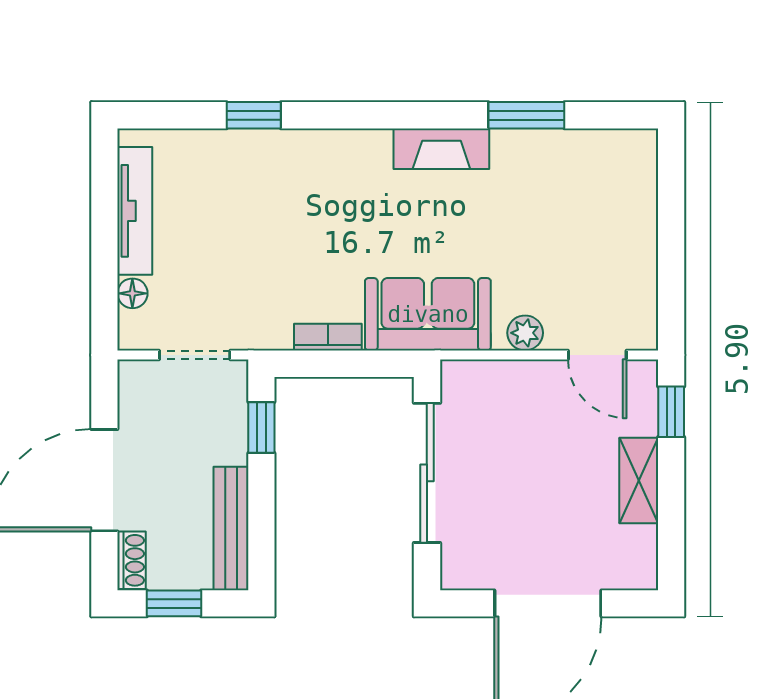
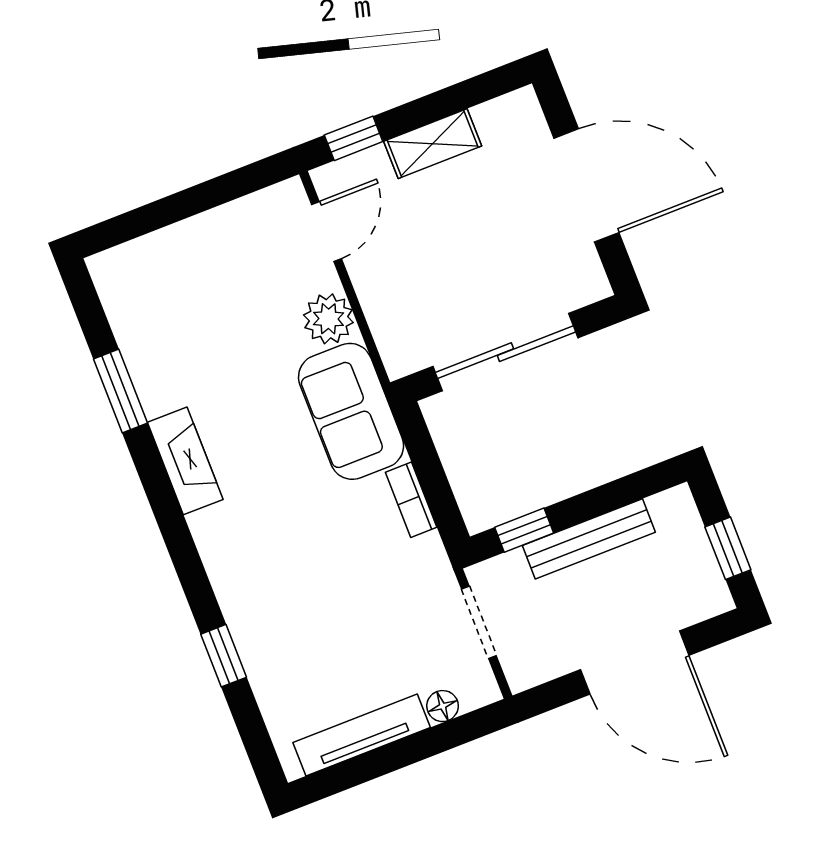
plant: (525, 333) -> (328, 319), width x1.38, depth x1.38
bench: (231, 529) -> (589, 539), moved
shoe rack: (132, 560) -> (702, 606), removed

